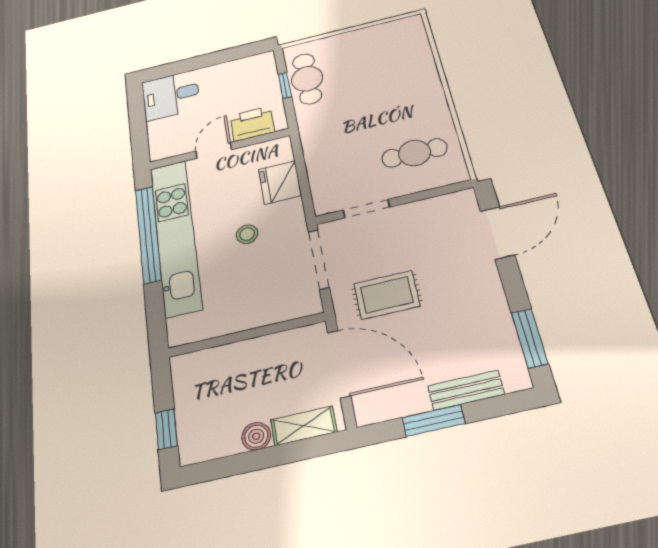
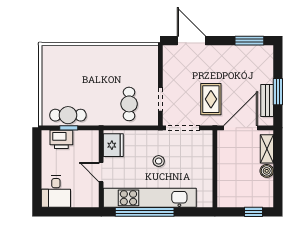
printer: (252, 124) -> (61, 139), moved, turned -90
cafe table: (414, 153) -> (129, 104), moved
fridge: (280, 182) -> (113, 145), moved, turned -90
bench: (466, 390) -> (267, 101), moved

